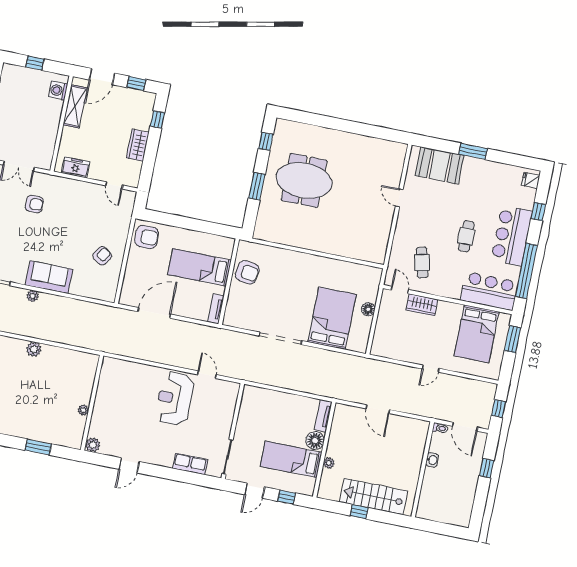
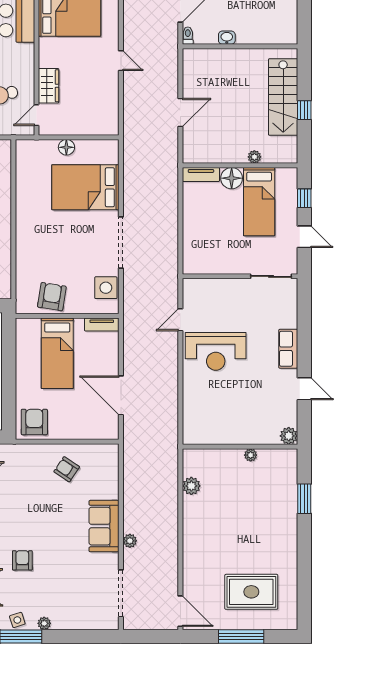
side table: (246, 318) -> (106, 288), added
plant: (34, 349) -> (191, 486), moved
row of seats: (190, 464) -> (288, 349), moved

